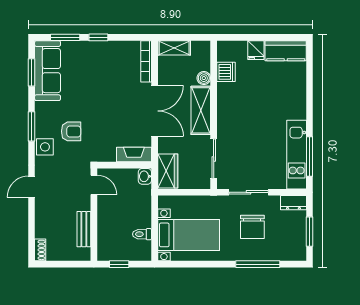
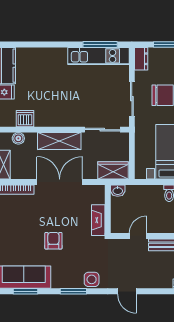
boiler: (204, 78) -> (18, 138), moved
armchair: (71, 131) -> (53, 241), moved
fireplace: (134, 154) -> (98, 220), moved
door: (94, 185) -> (138, 236), moved

